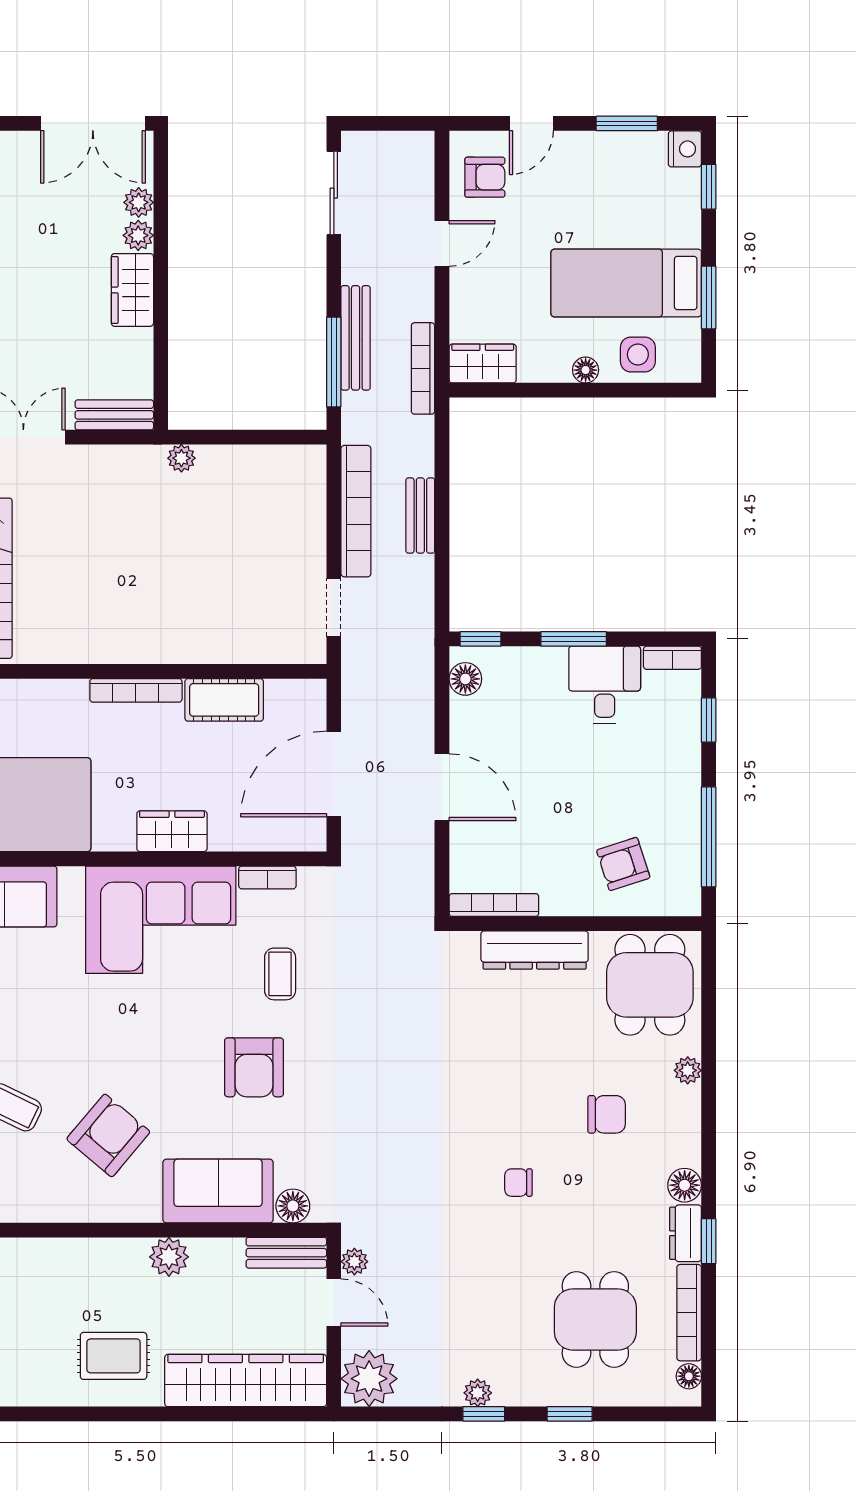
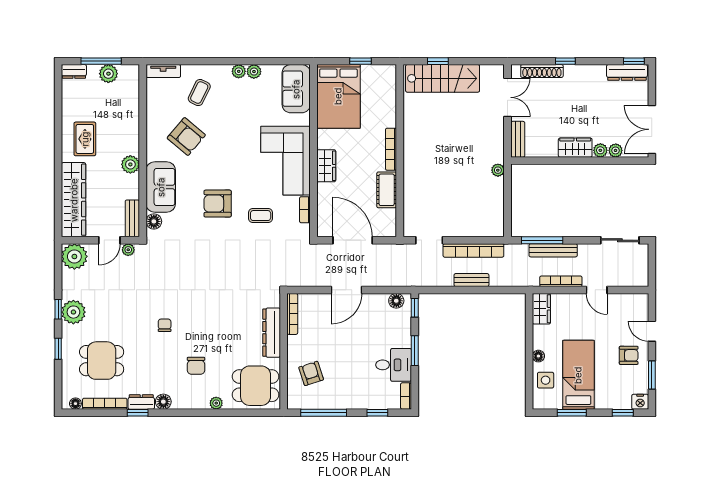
armchair: (485, 177) -> (629, 355), moved, turned -90
bookcase: (423, 368) -> (561, 281), moved
plant: (478, 1393) -> (73, 312), width x1.88, depth x1.88

